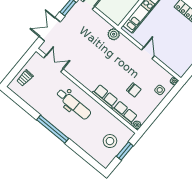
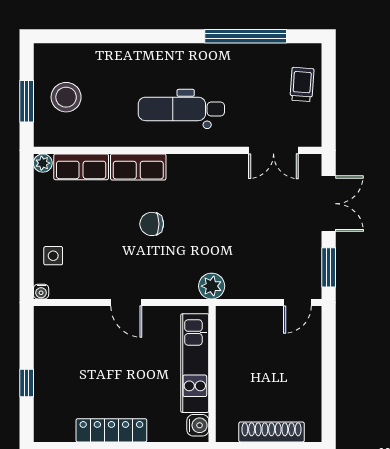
chair: (134, 90) -> (152, 224), moved
window: (53, 129) -> (246, 36), moved

